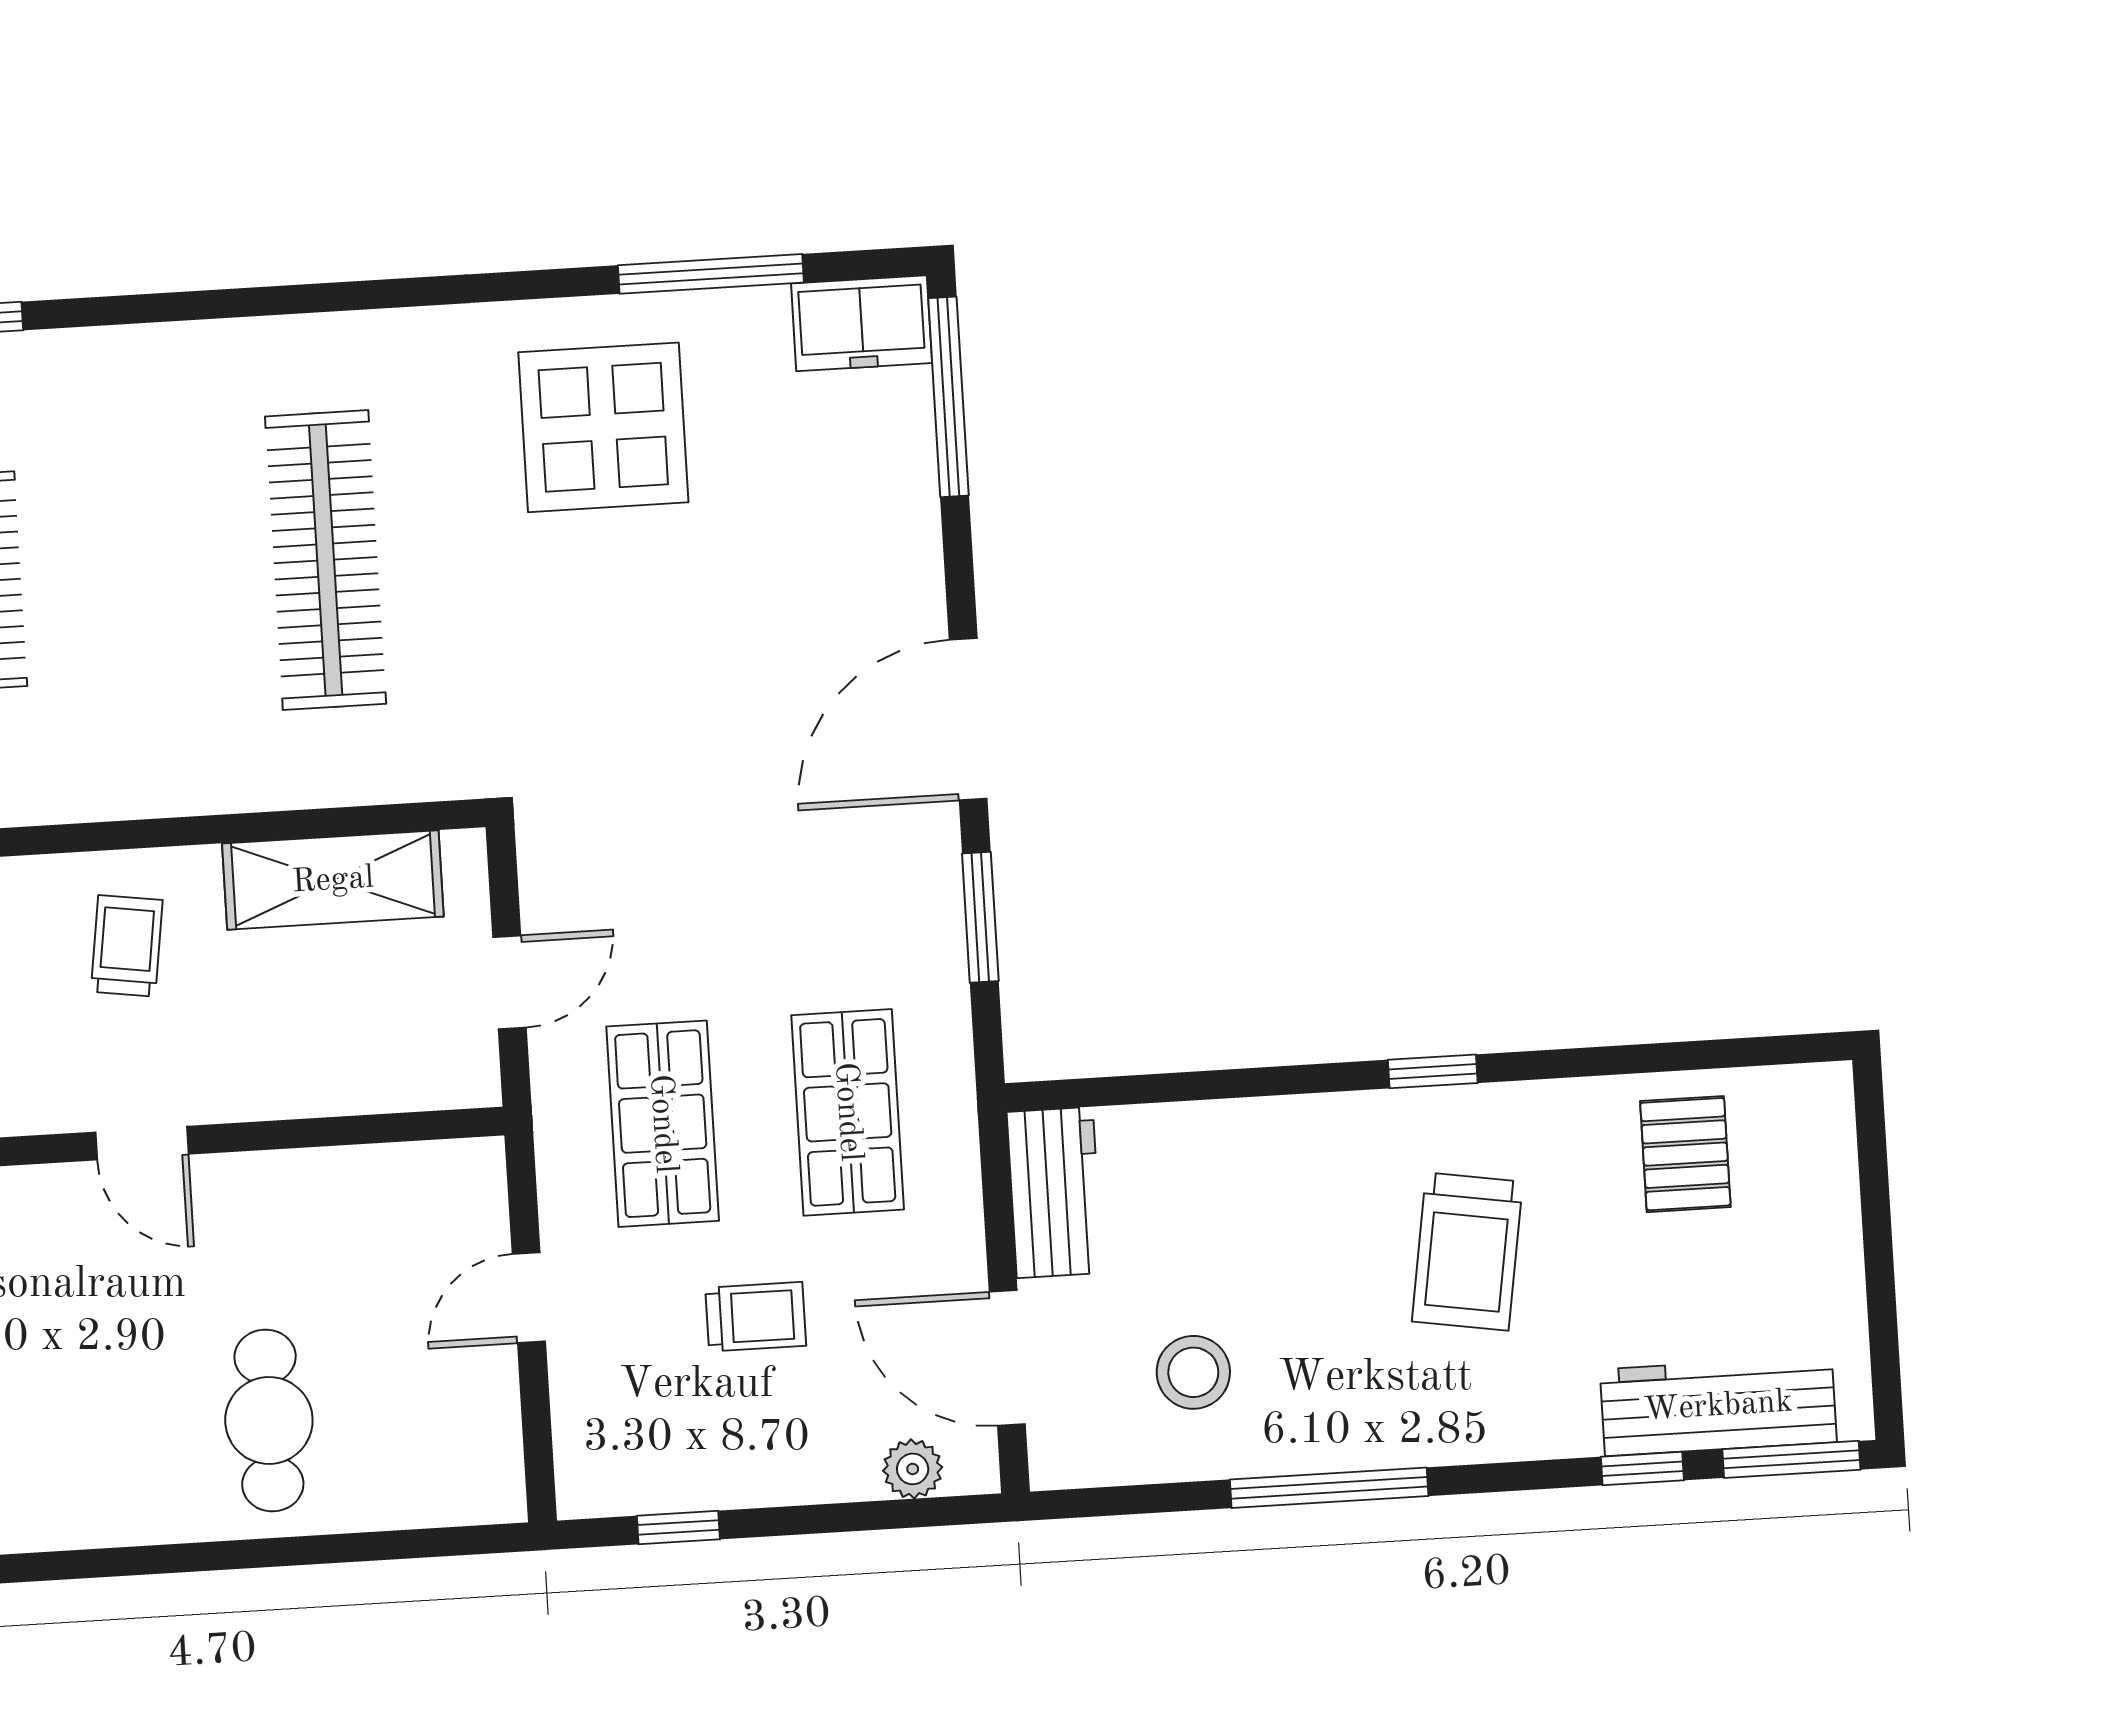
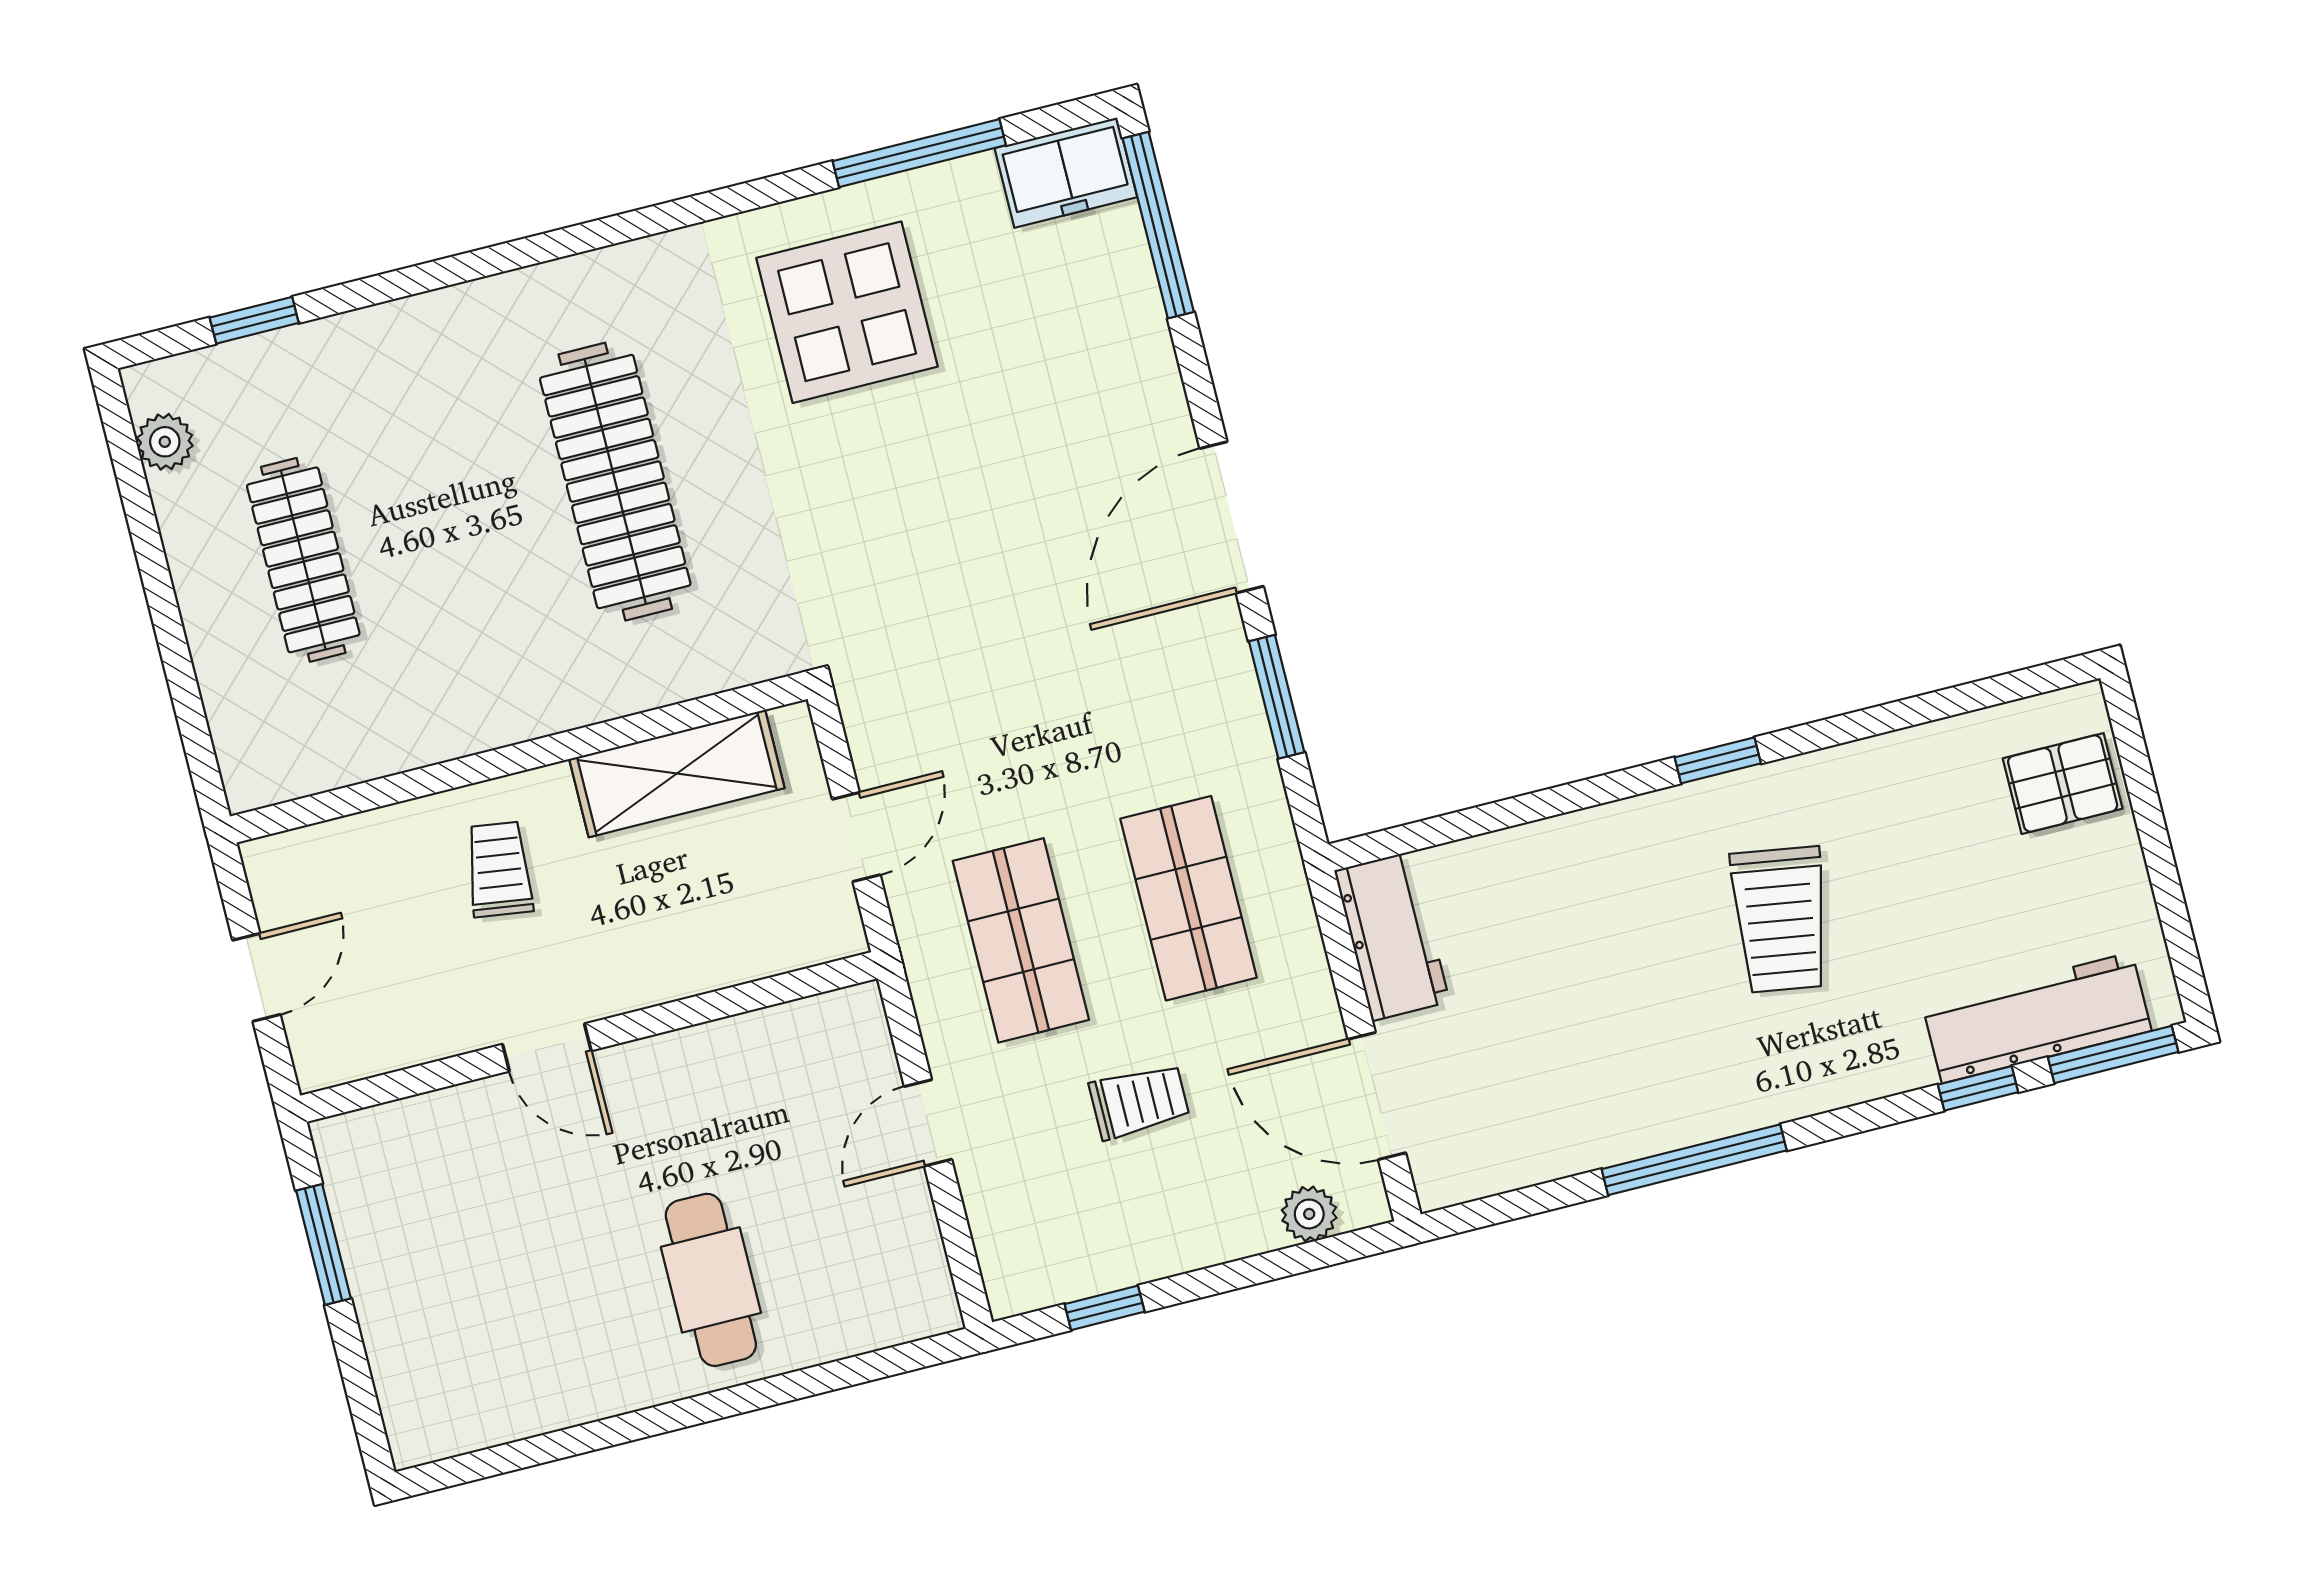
pallet: (1685, 1154) -> (2063, 784), moved, turned 90
stool: (1193, 1372) -> (1550, 1077), removed

